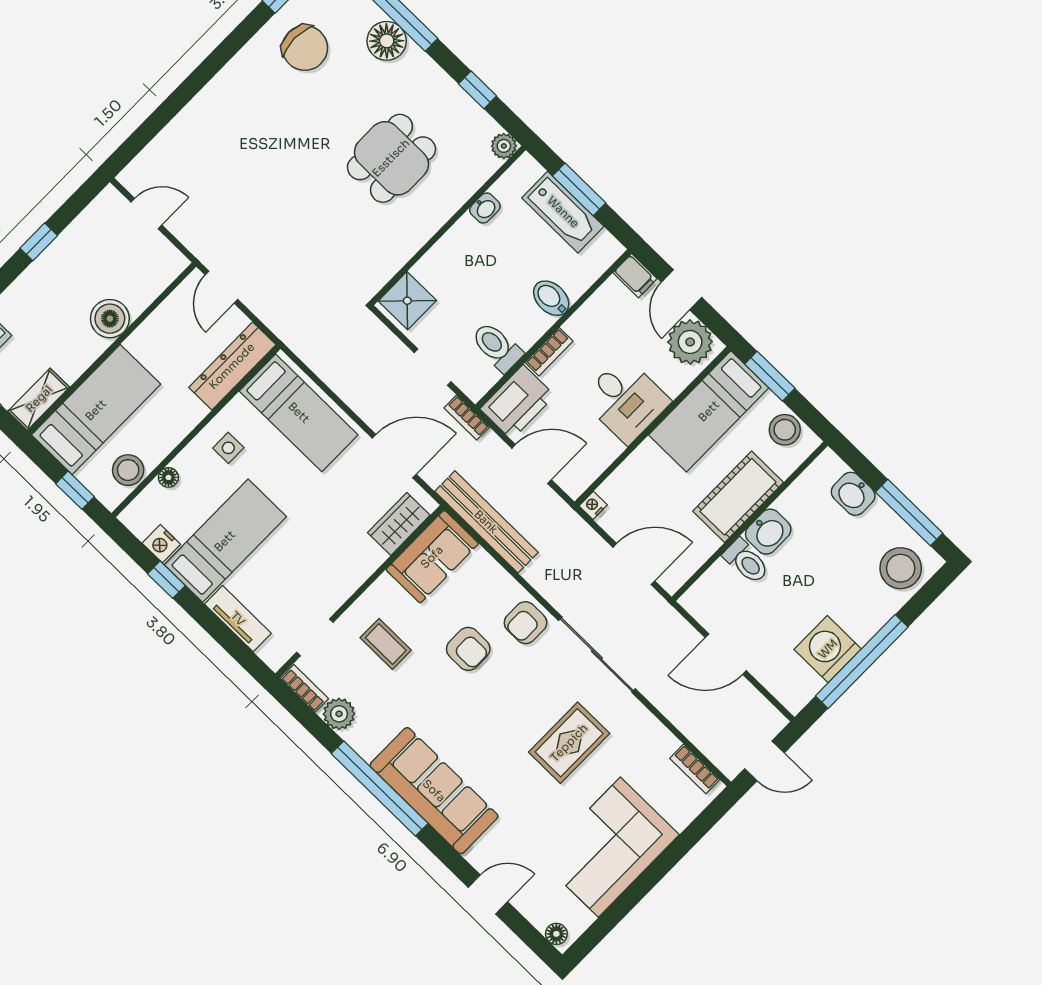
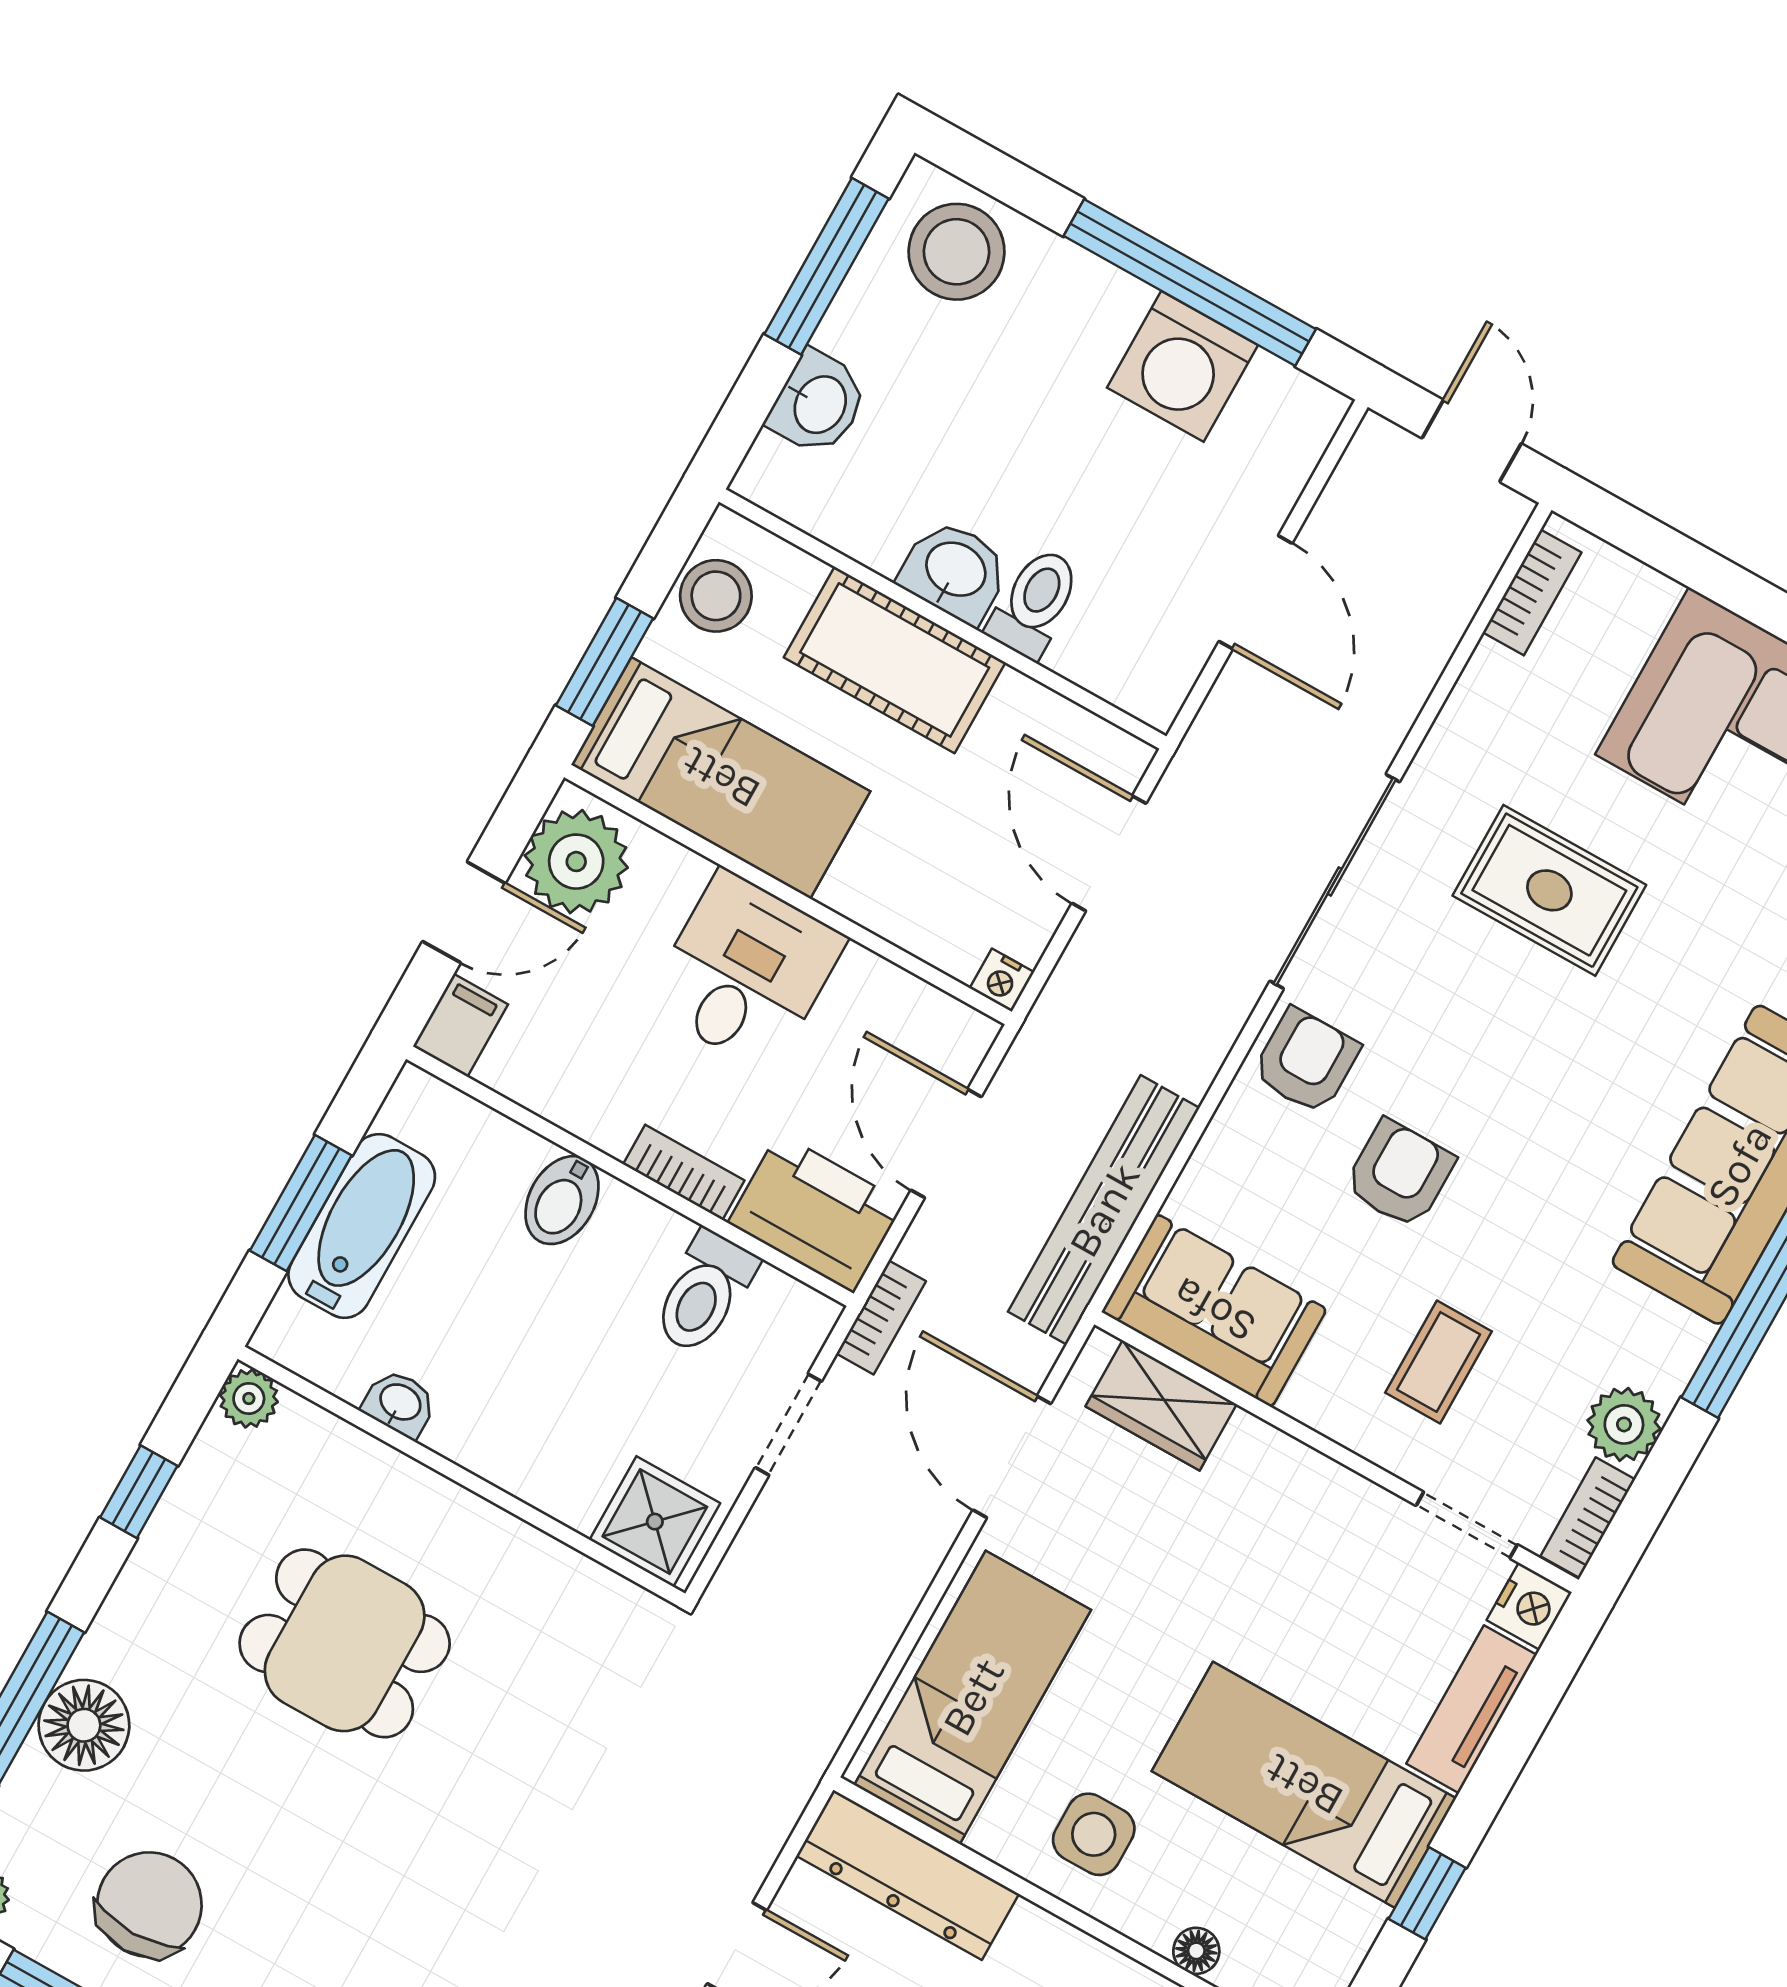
side table: (228, 448) -> (1094, 1834), width x1.37, depth x1.37
nightstand: (161, 544) -> (1529, 1606), moved
armchair: (526, 623) -> (1306, 1061), turned -90

